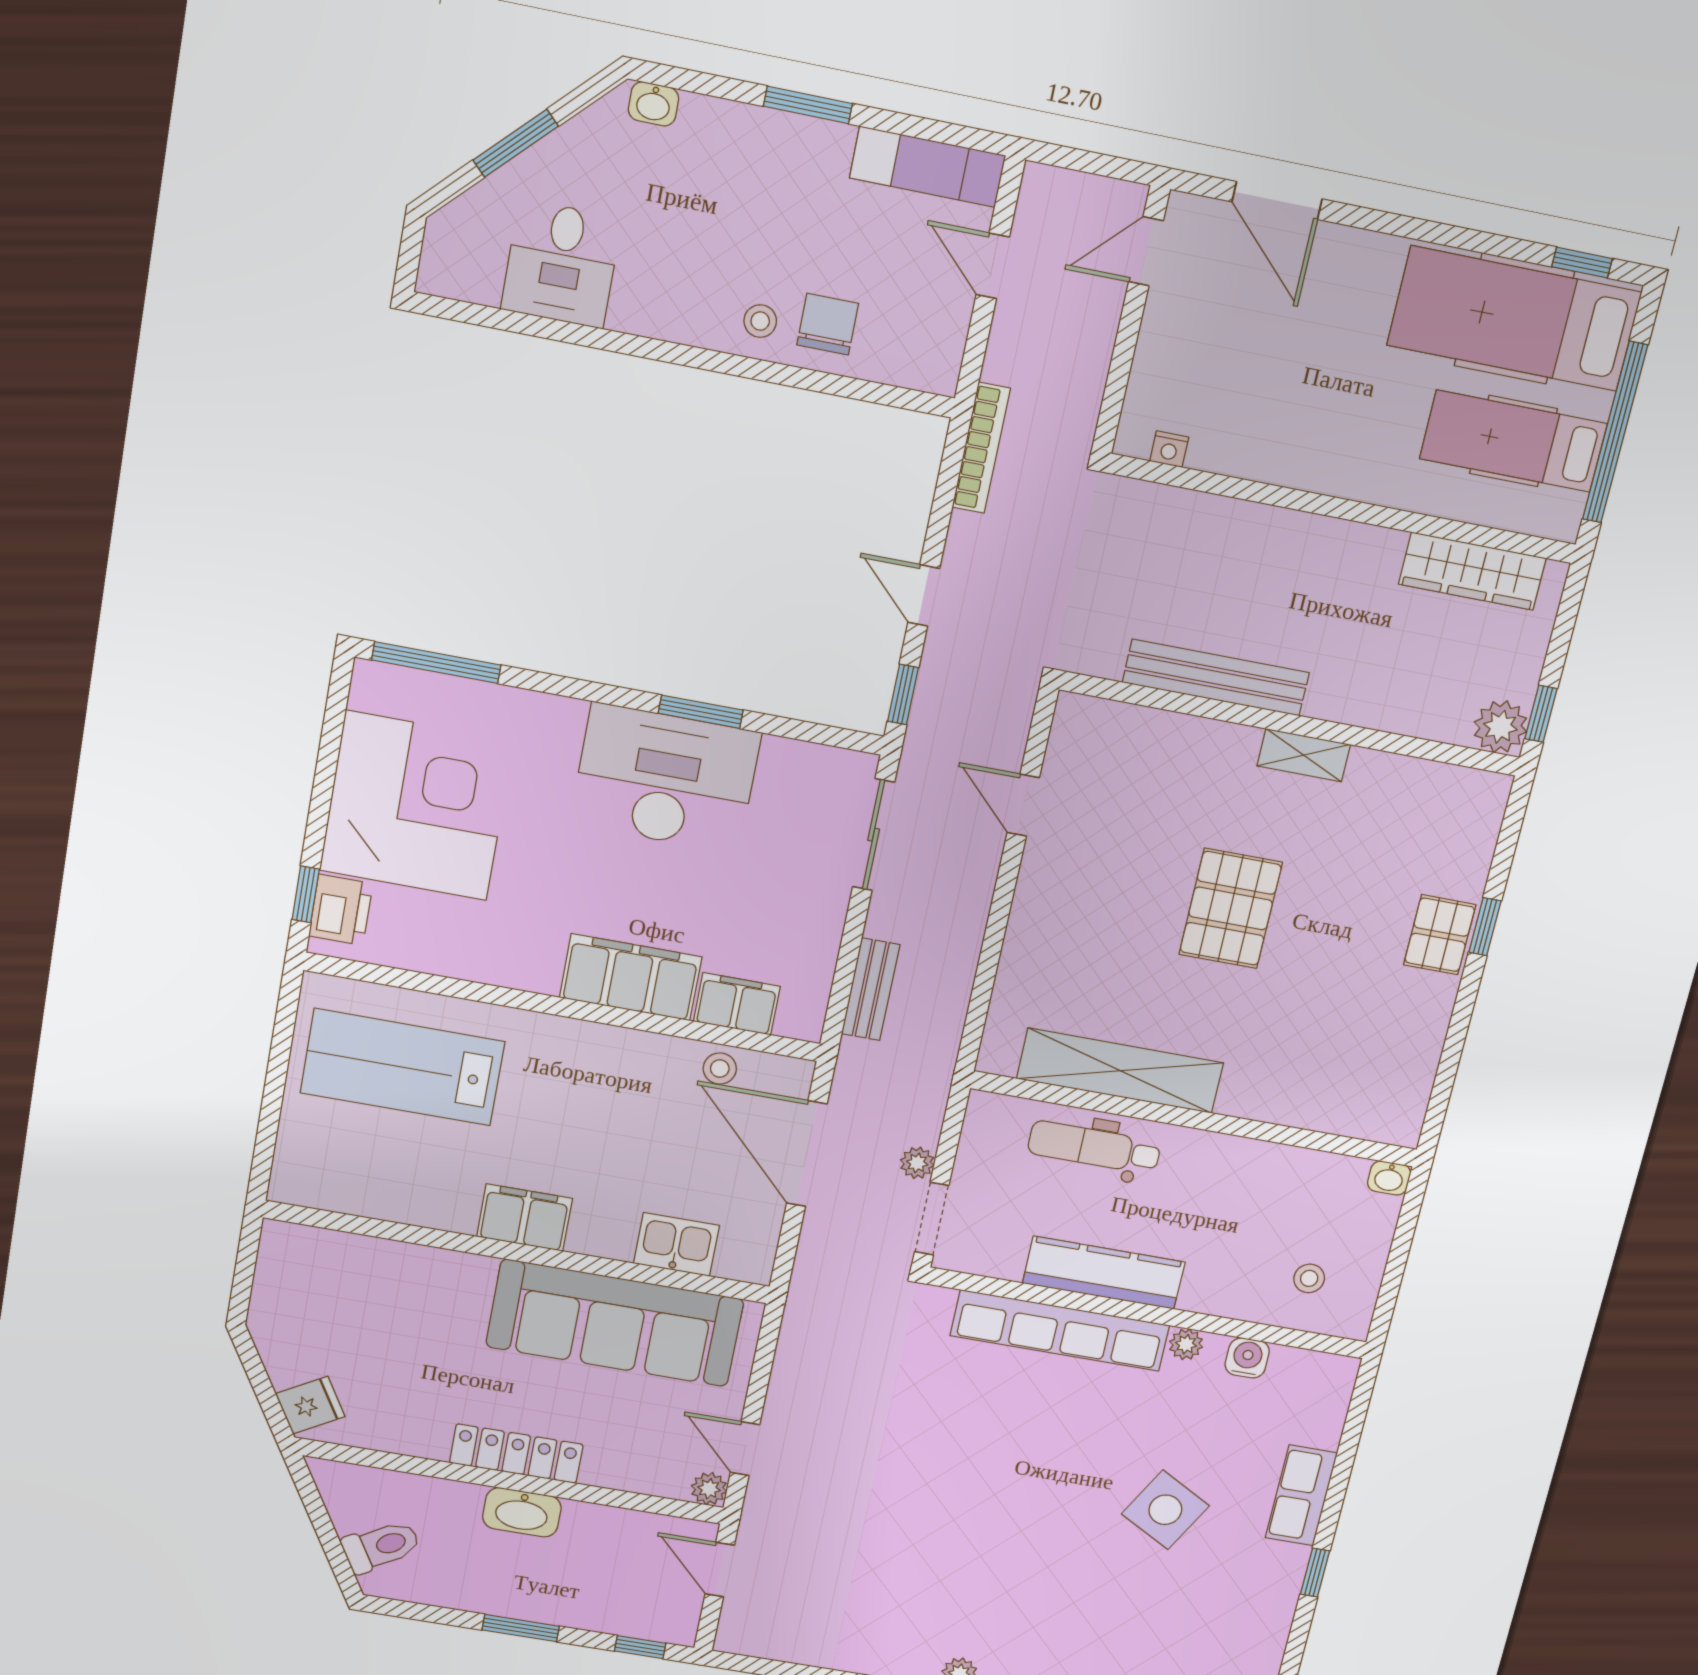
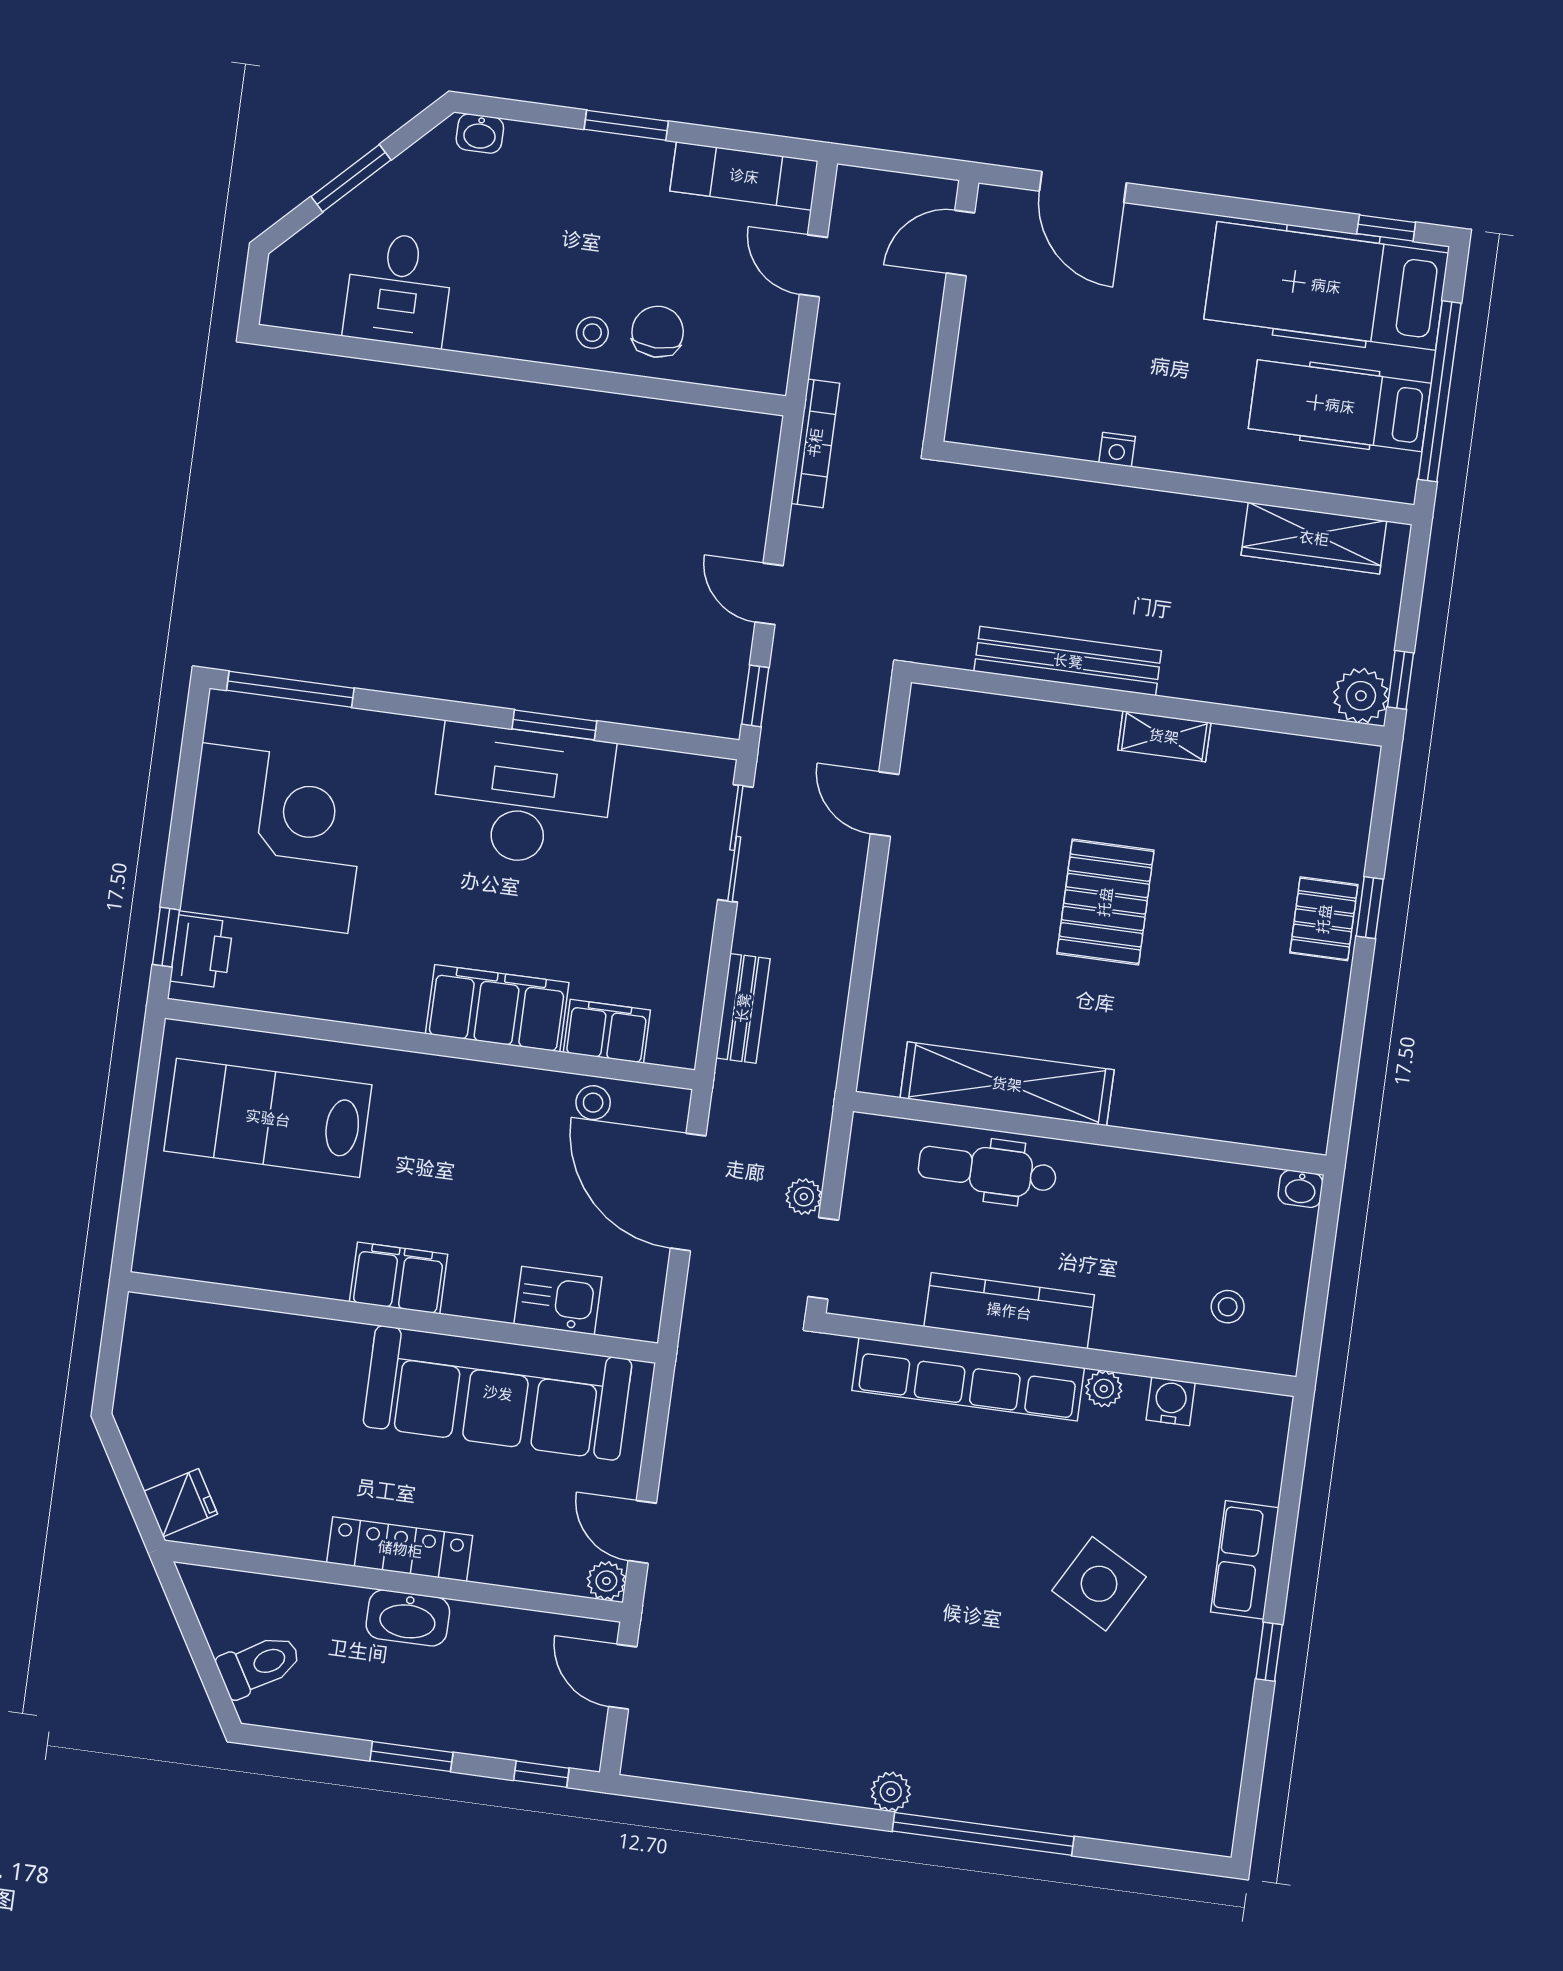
nightstand: (1169, 449) -> (1117, 450), moved

